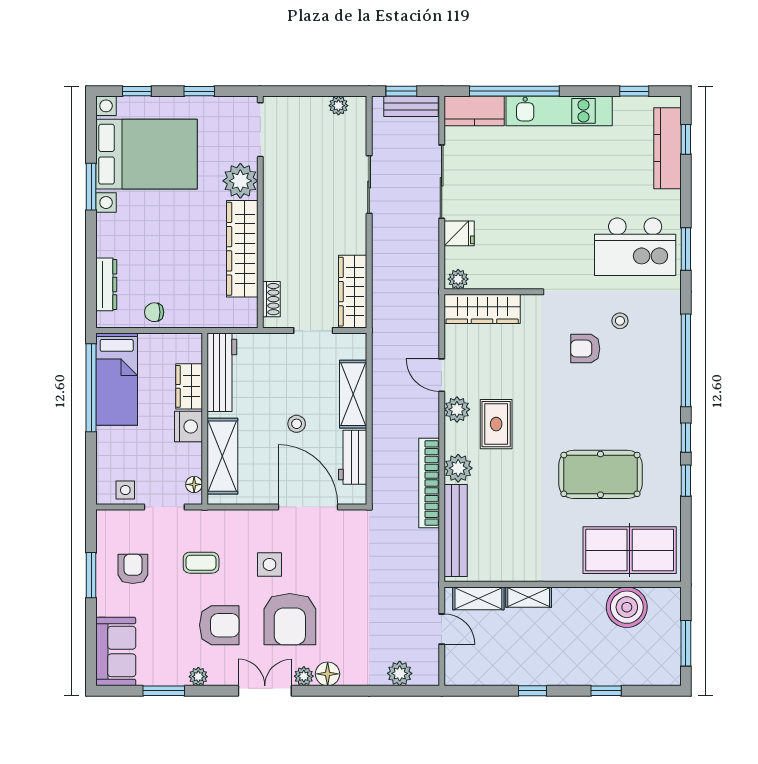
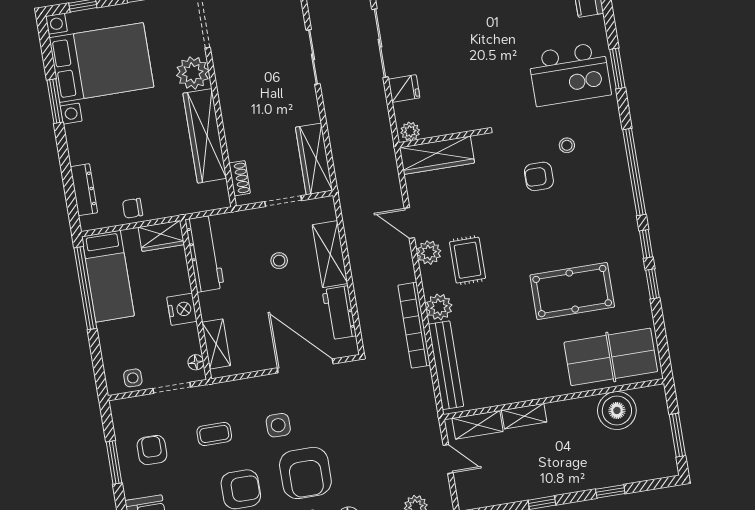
wardrobe: (189, 386) -> (161, 236), moved, turned -90
stool: (297, 424) -> (279, 261), moved
shelving: (222, 456) -> (216, 344), width x0.67, depth x0.75

